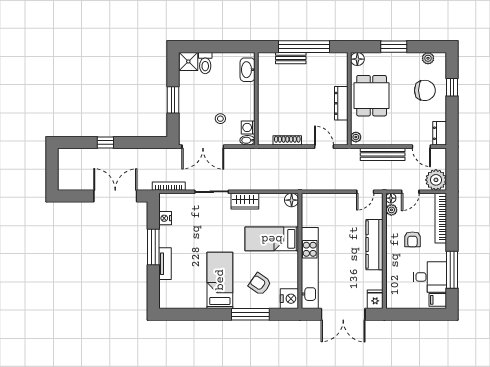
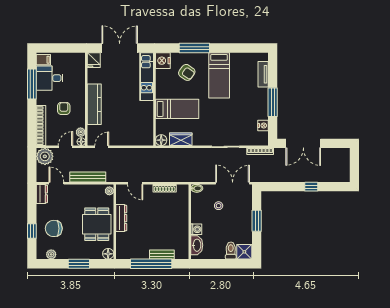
washing machine: (248, 127) -> (196, 229), moved
wardrobe: (245, 201) -> (181, 139), moved
tv unit: (165, 264) -> (263, 74), moved
kitchen unit: (310, 268) -> (147, 77), width x0.73

